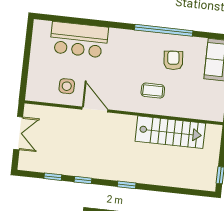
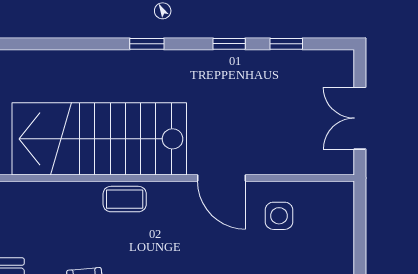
coffee table: (153, 91) -> (125, 199), moved
stairs: (170, 132) -> (99, 139), width x1.36, depth x1.51

